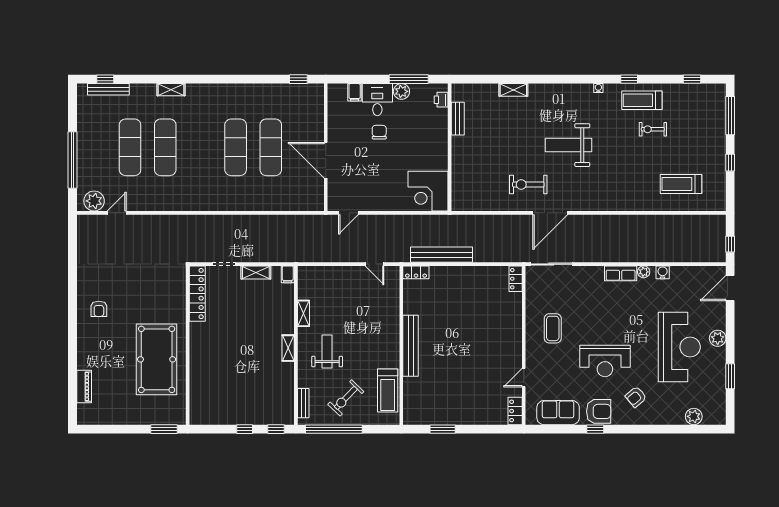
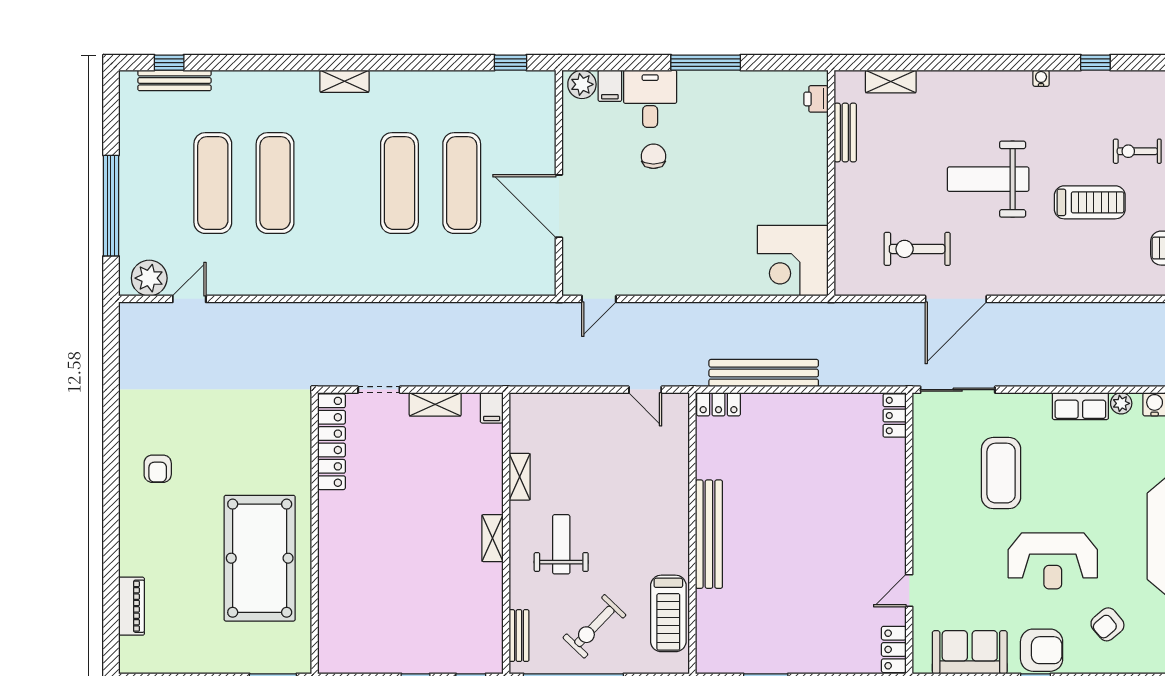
shelving: (171, 90) -> (344, 81), moved
plant: (401, 91) -> (582, 84), moved
printer: (441, 100) -> (816, 99), moved
treadmill: (642, 100) -> (1090, 202), moved, turned 180
bench: (458, 119) -> (845, 133), moved
wall: (450, 147) -> (831, 183), moved
corner desk: (428, 191) -> (793, 261), moved
coffee table: (553, 328) -> (1001, 473), moved, width x1.36, depth x1.32

